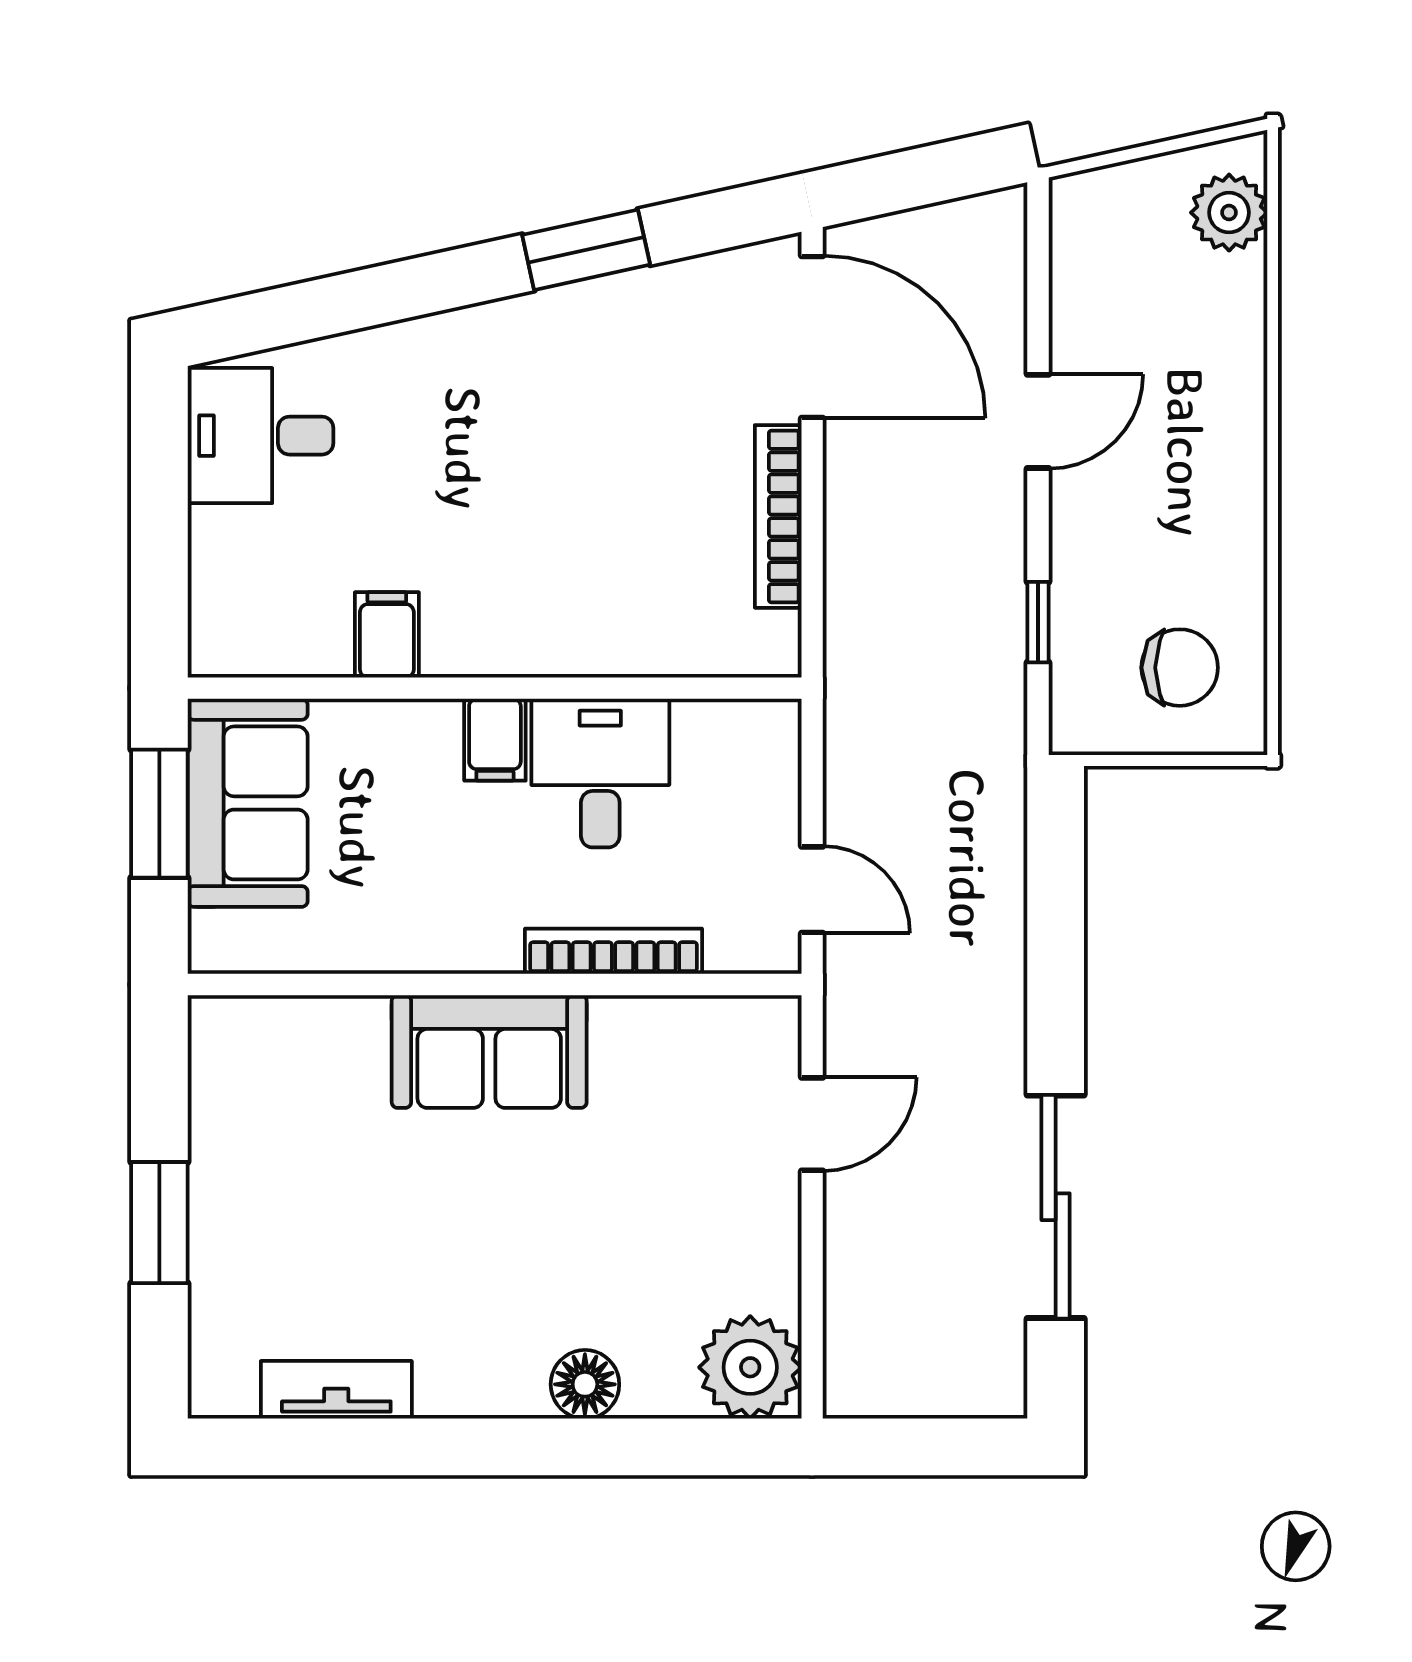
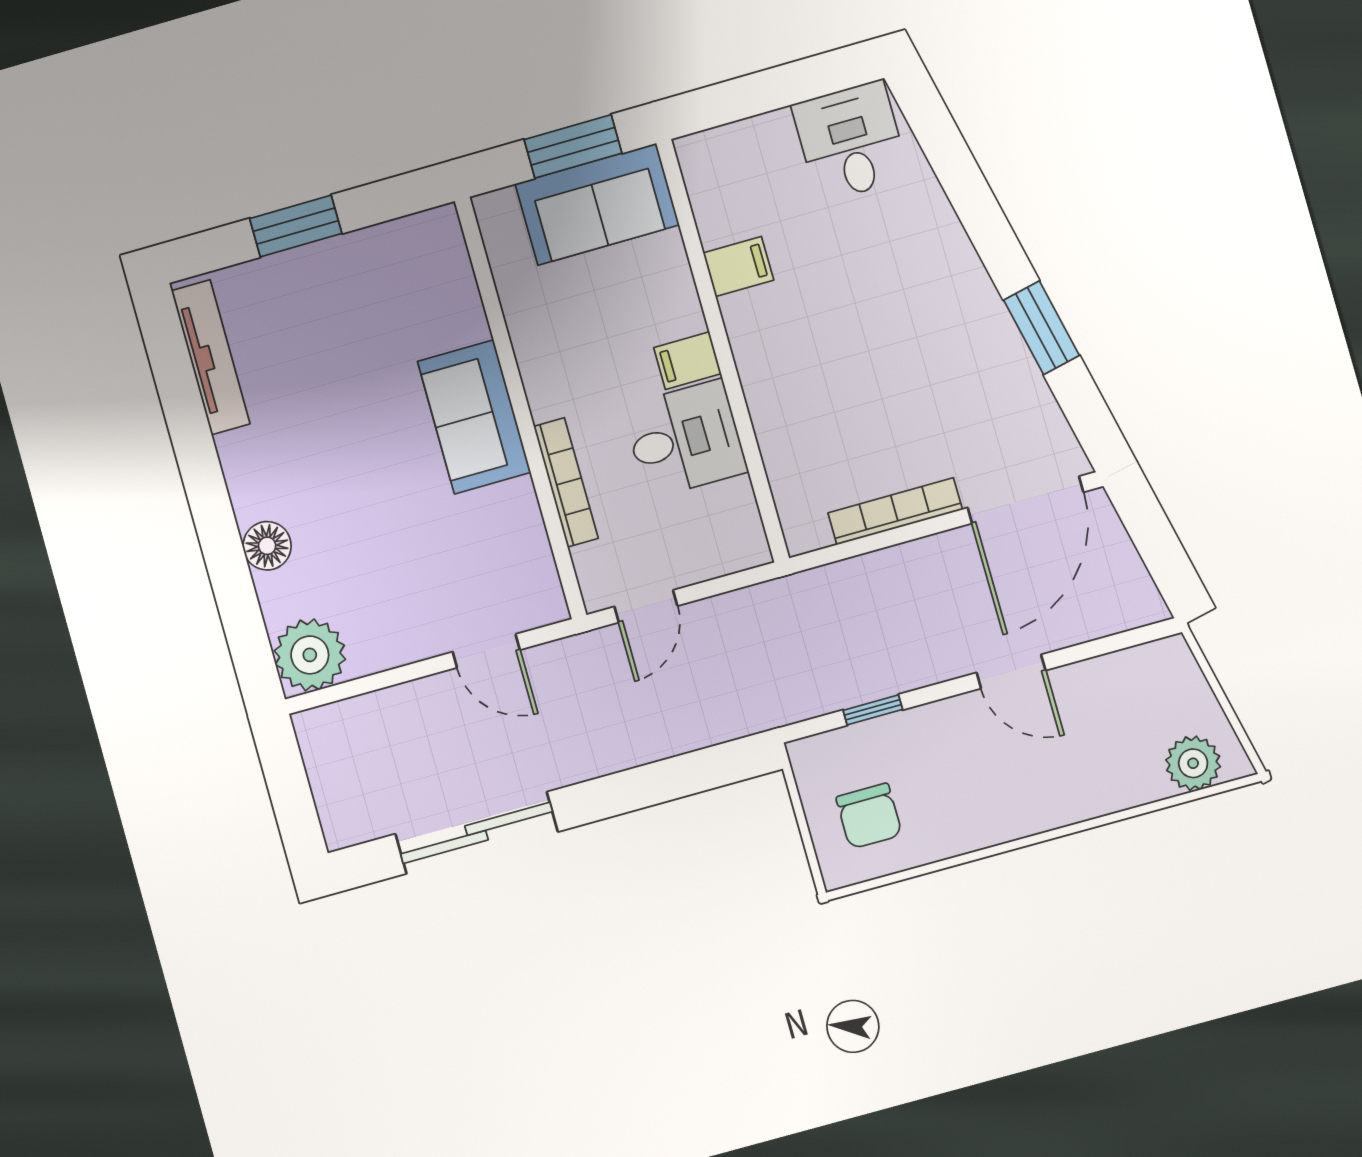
tv unit: (336, 1390) -> (211, 357), width x1.41

